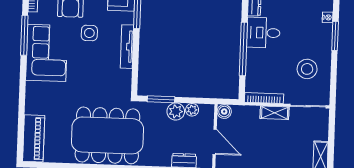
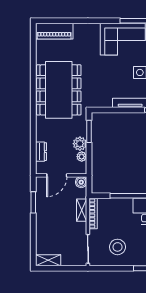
shelving: (275, 113) -> (82, 210), moved

